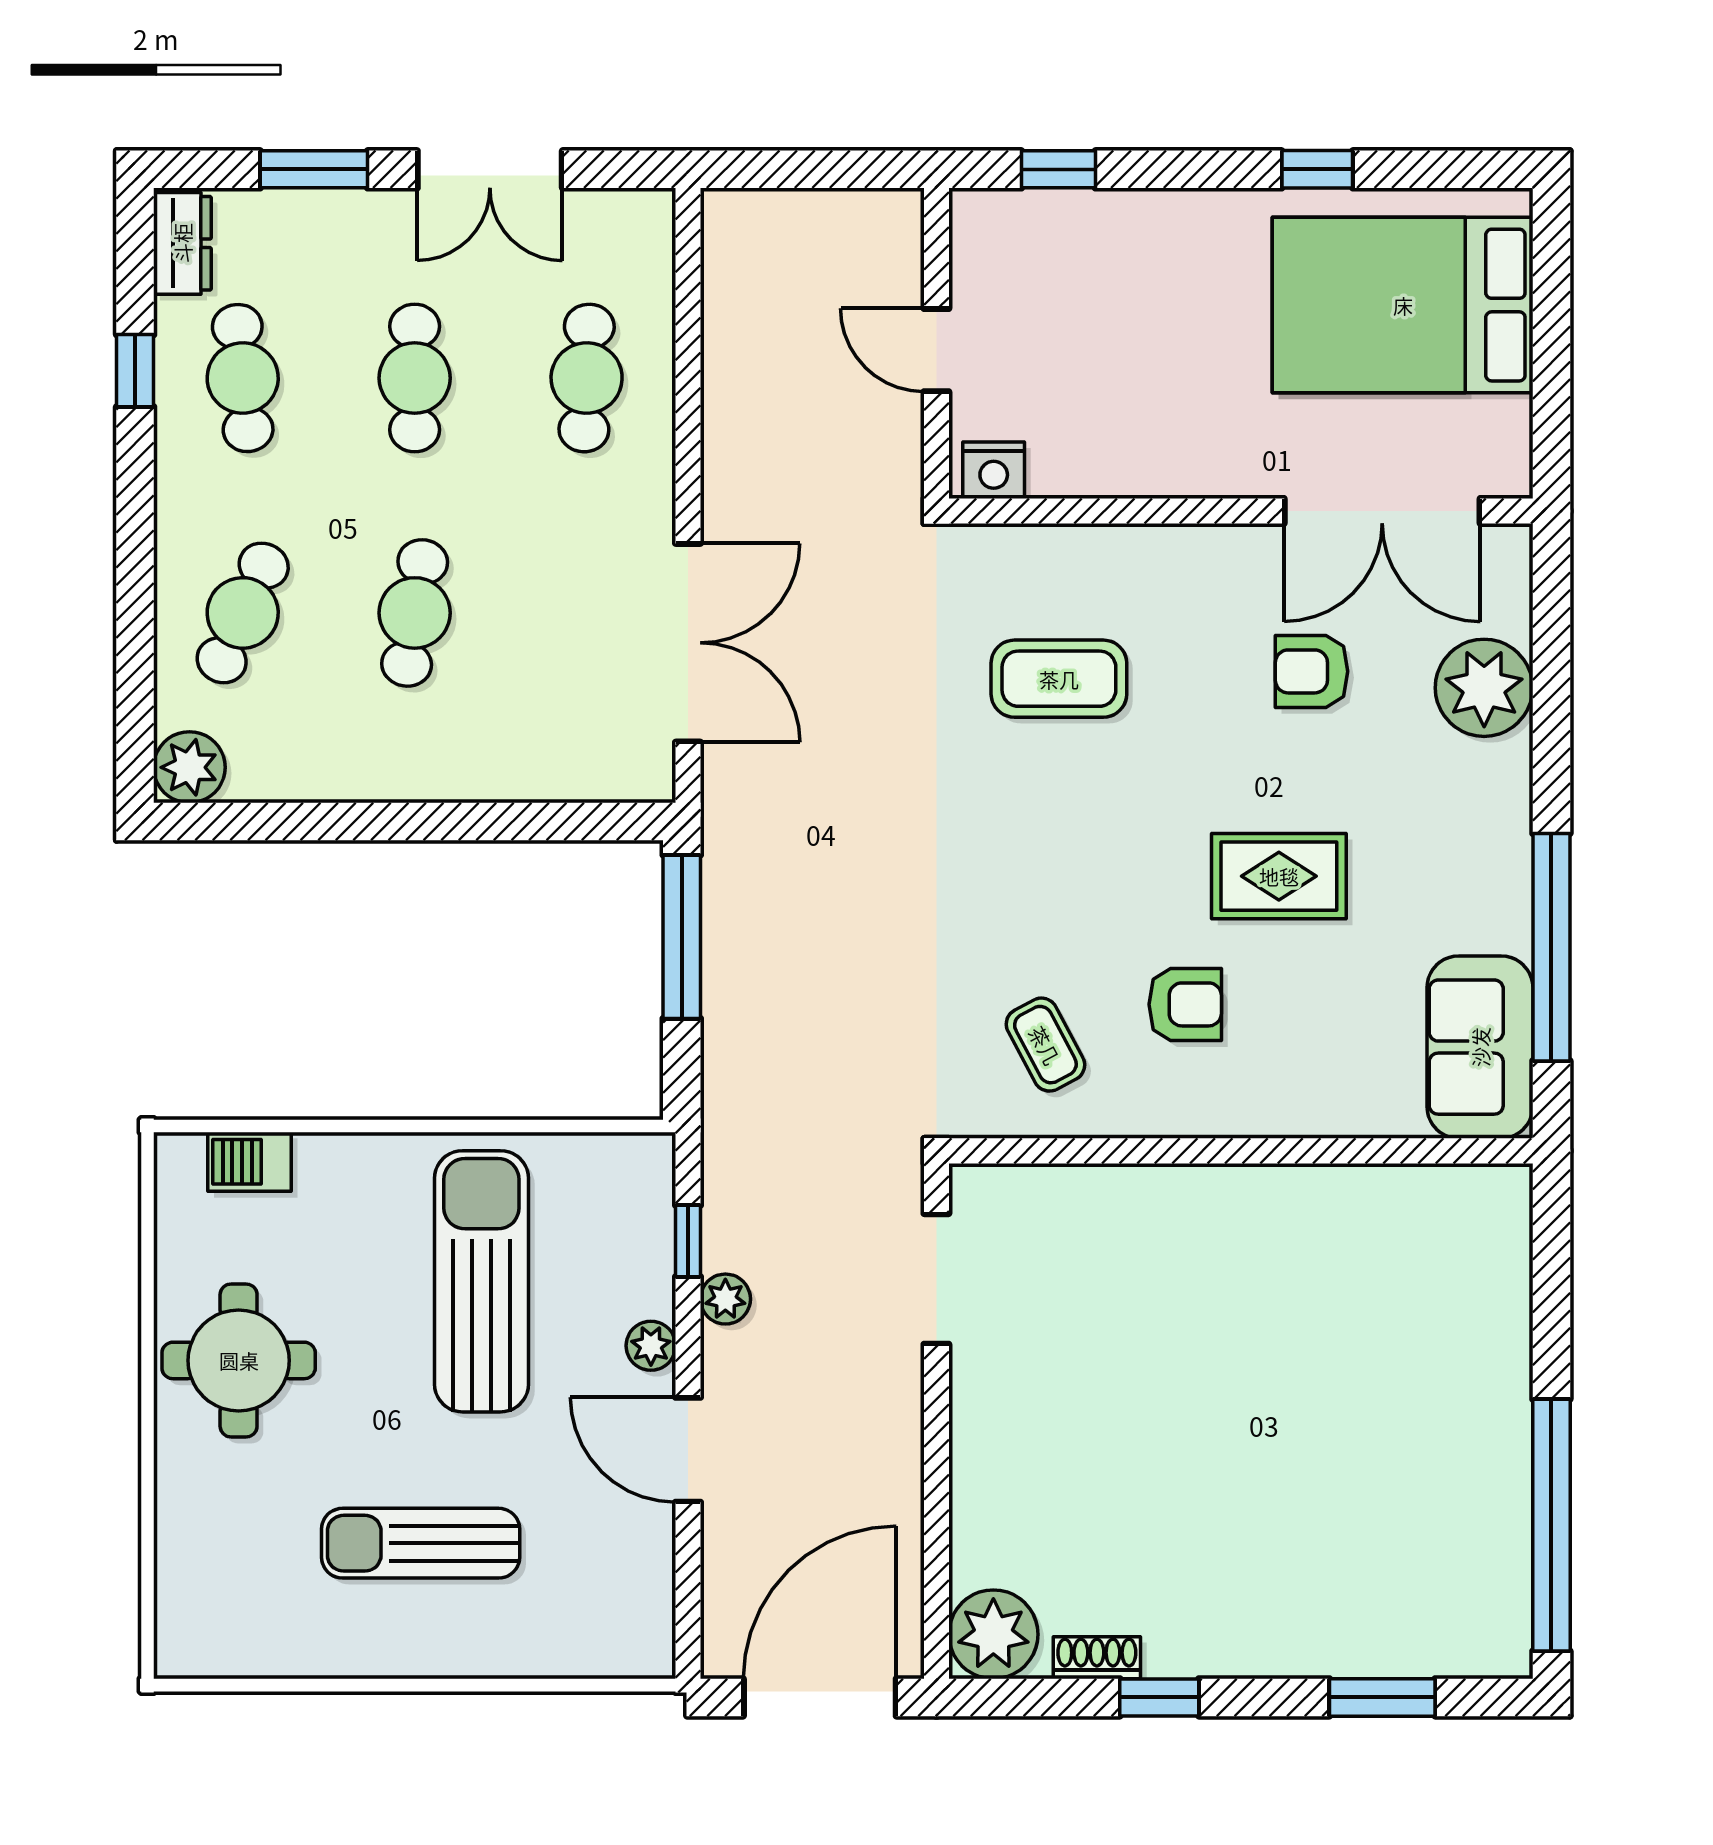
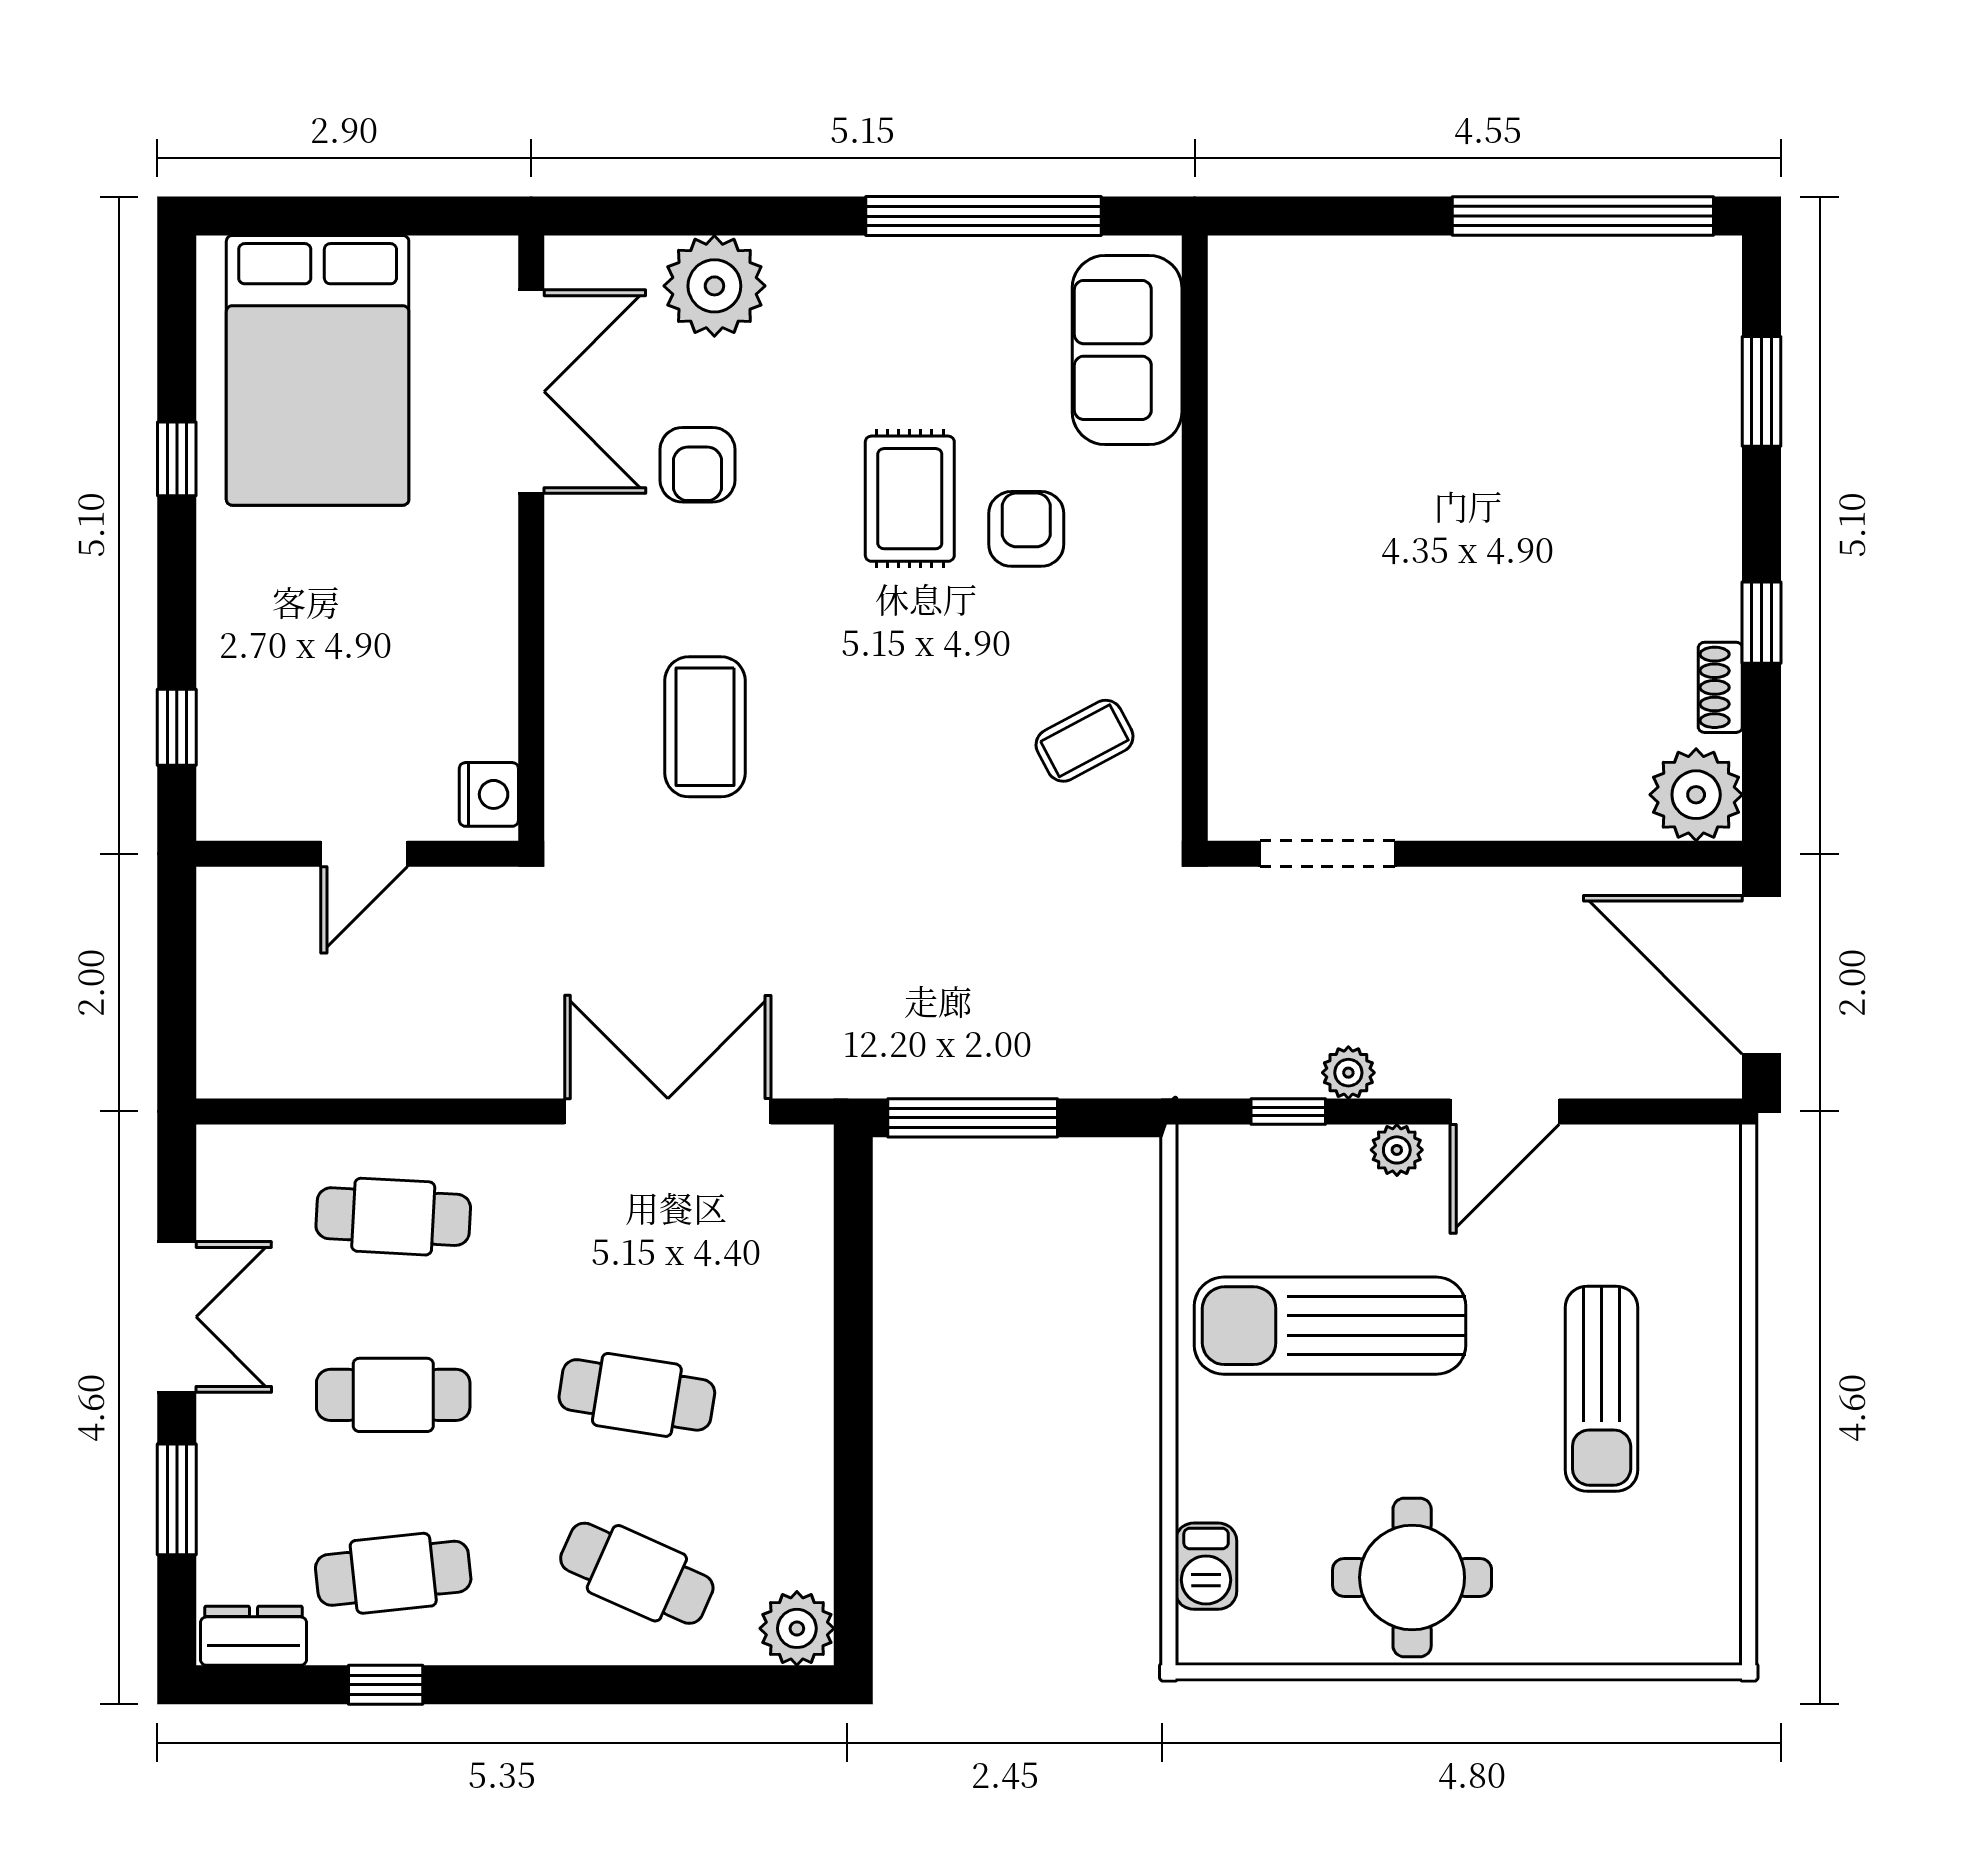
armchair: (1185, 1004) -> (1026, 529), moved
sofa: (1480, 1047) -> (1127, 350), moved, turned 90

